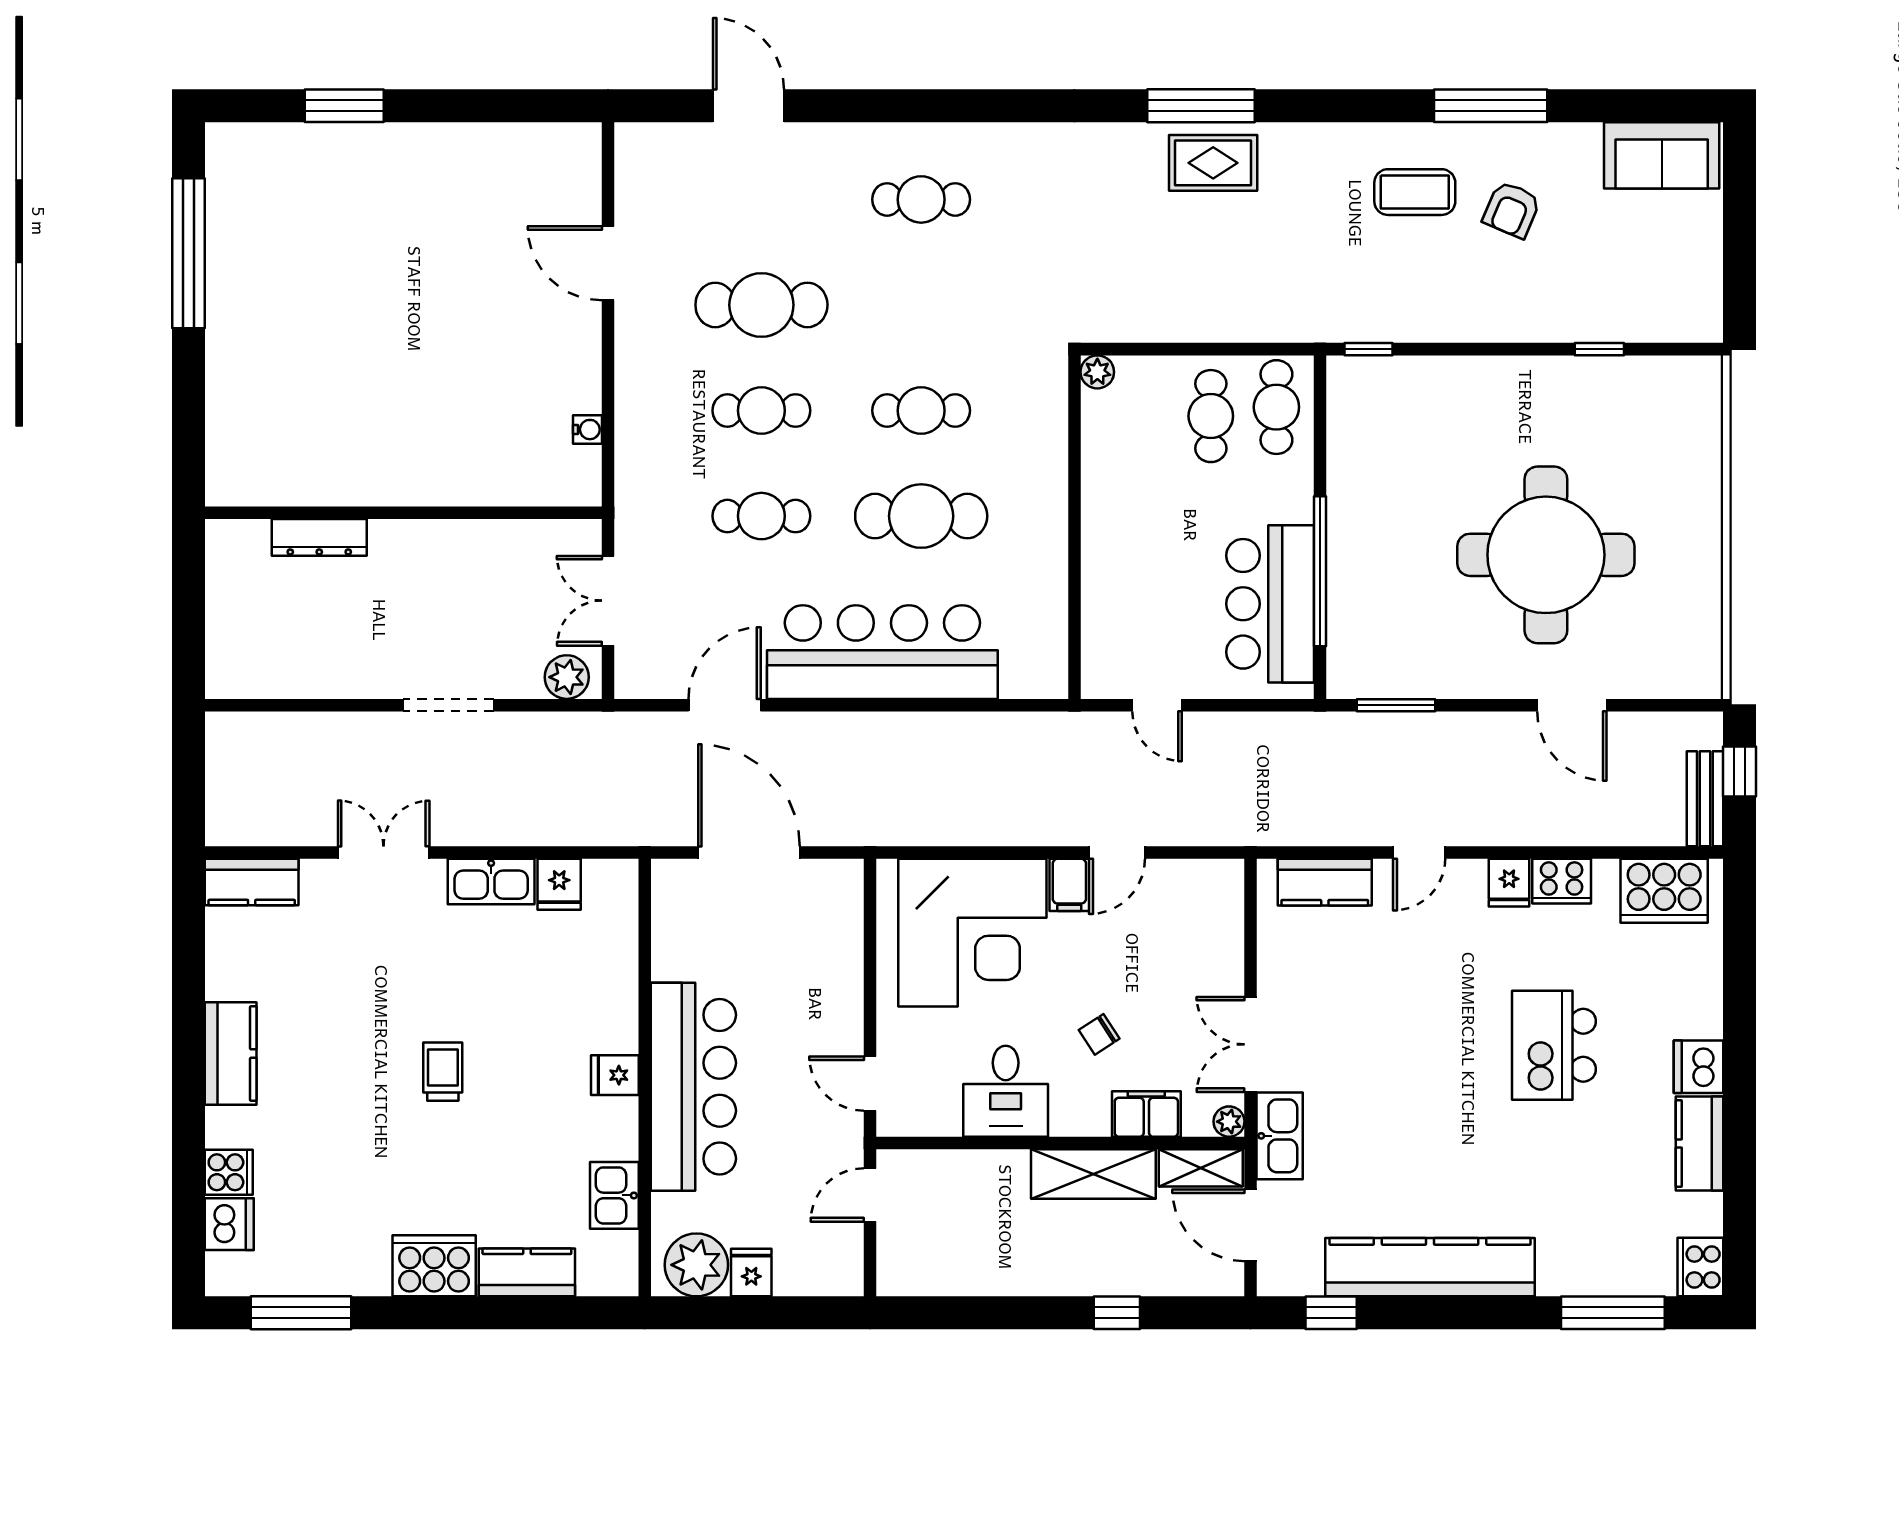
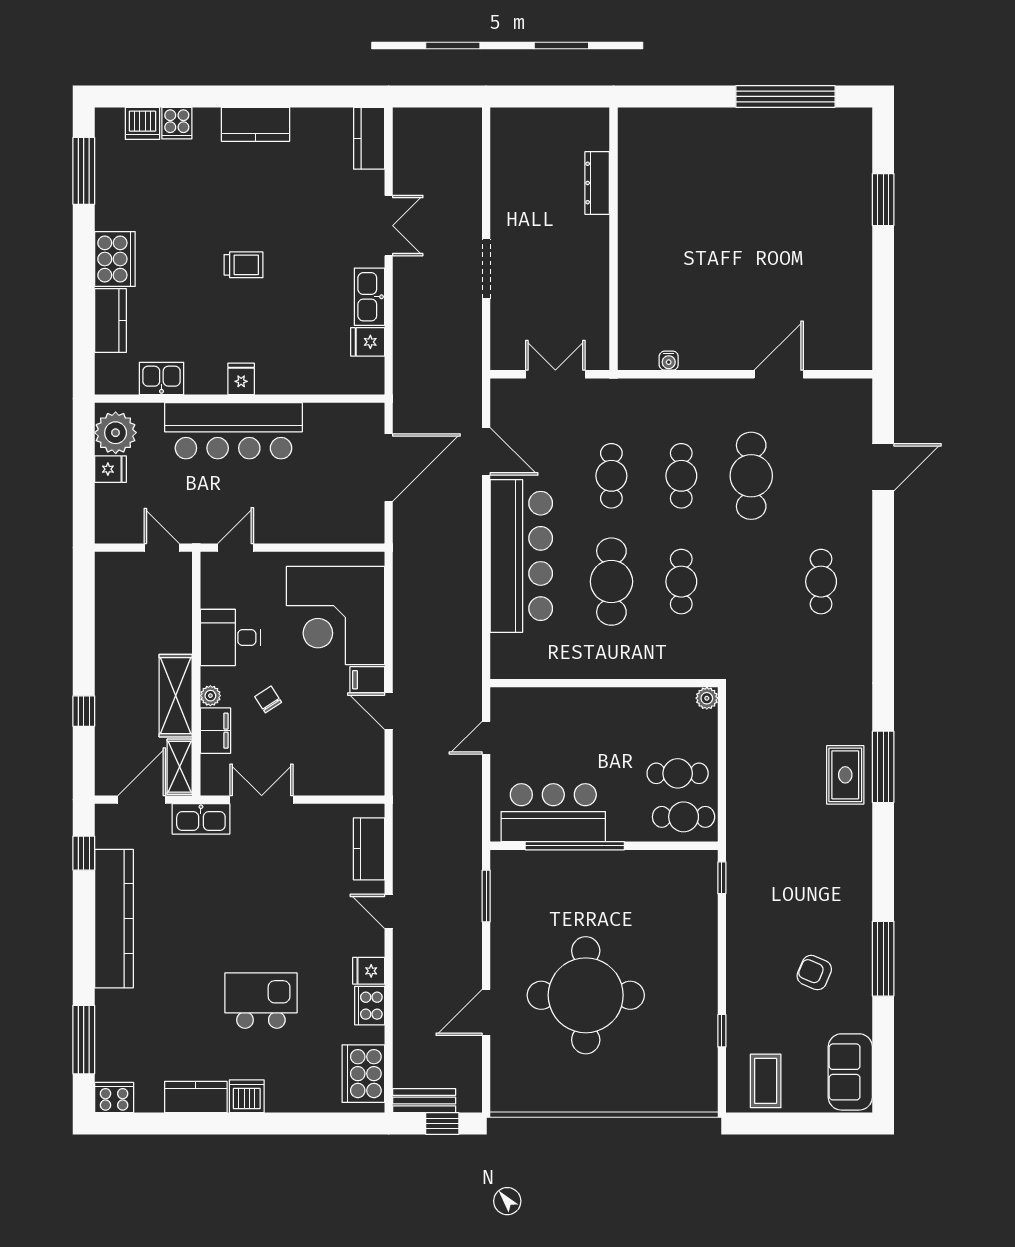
coffee table: (1415, 192) -> (766, 1081), moved
plant: (567, 677) -> (505, 347), removed
plant: (1229, 1122) -> (210, 696), moved

